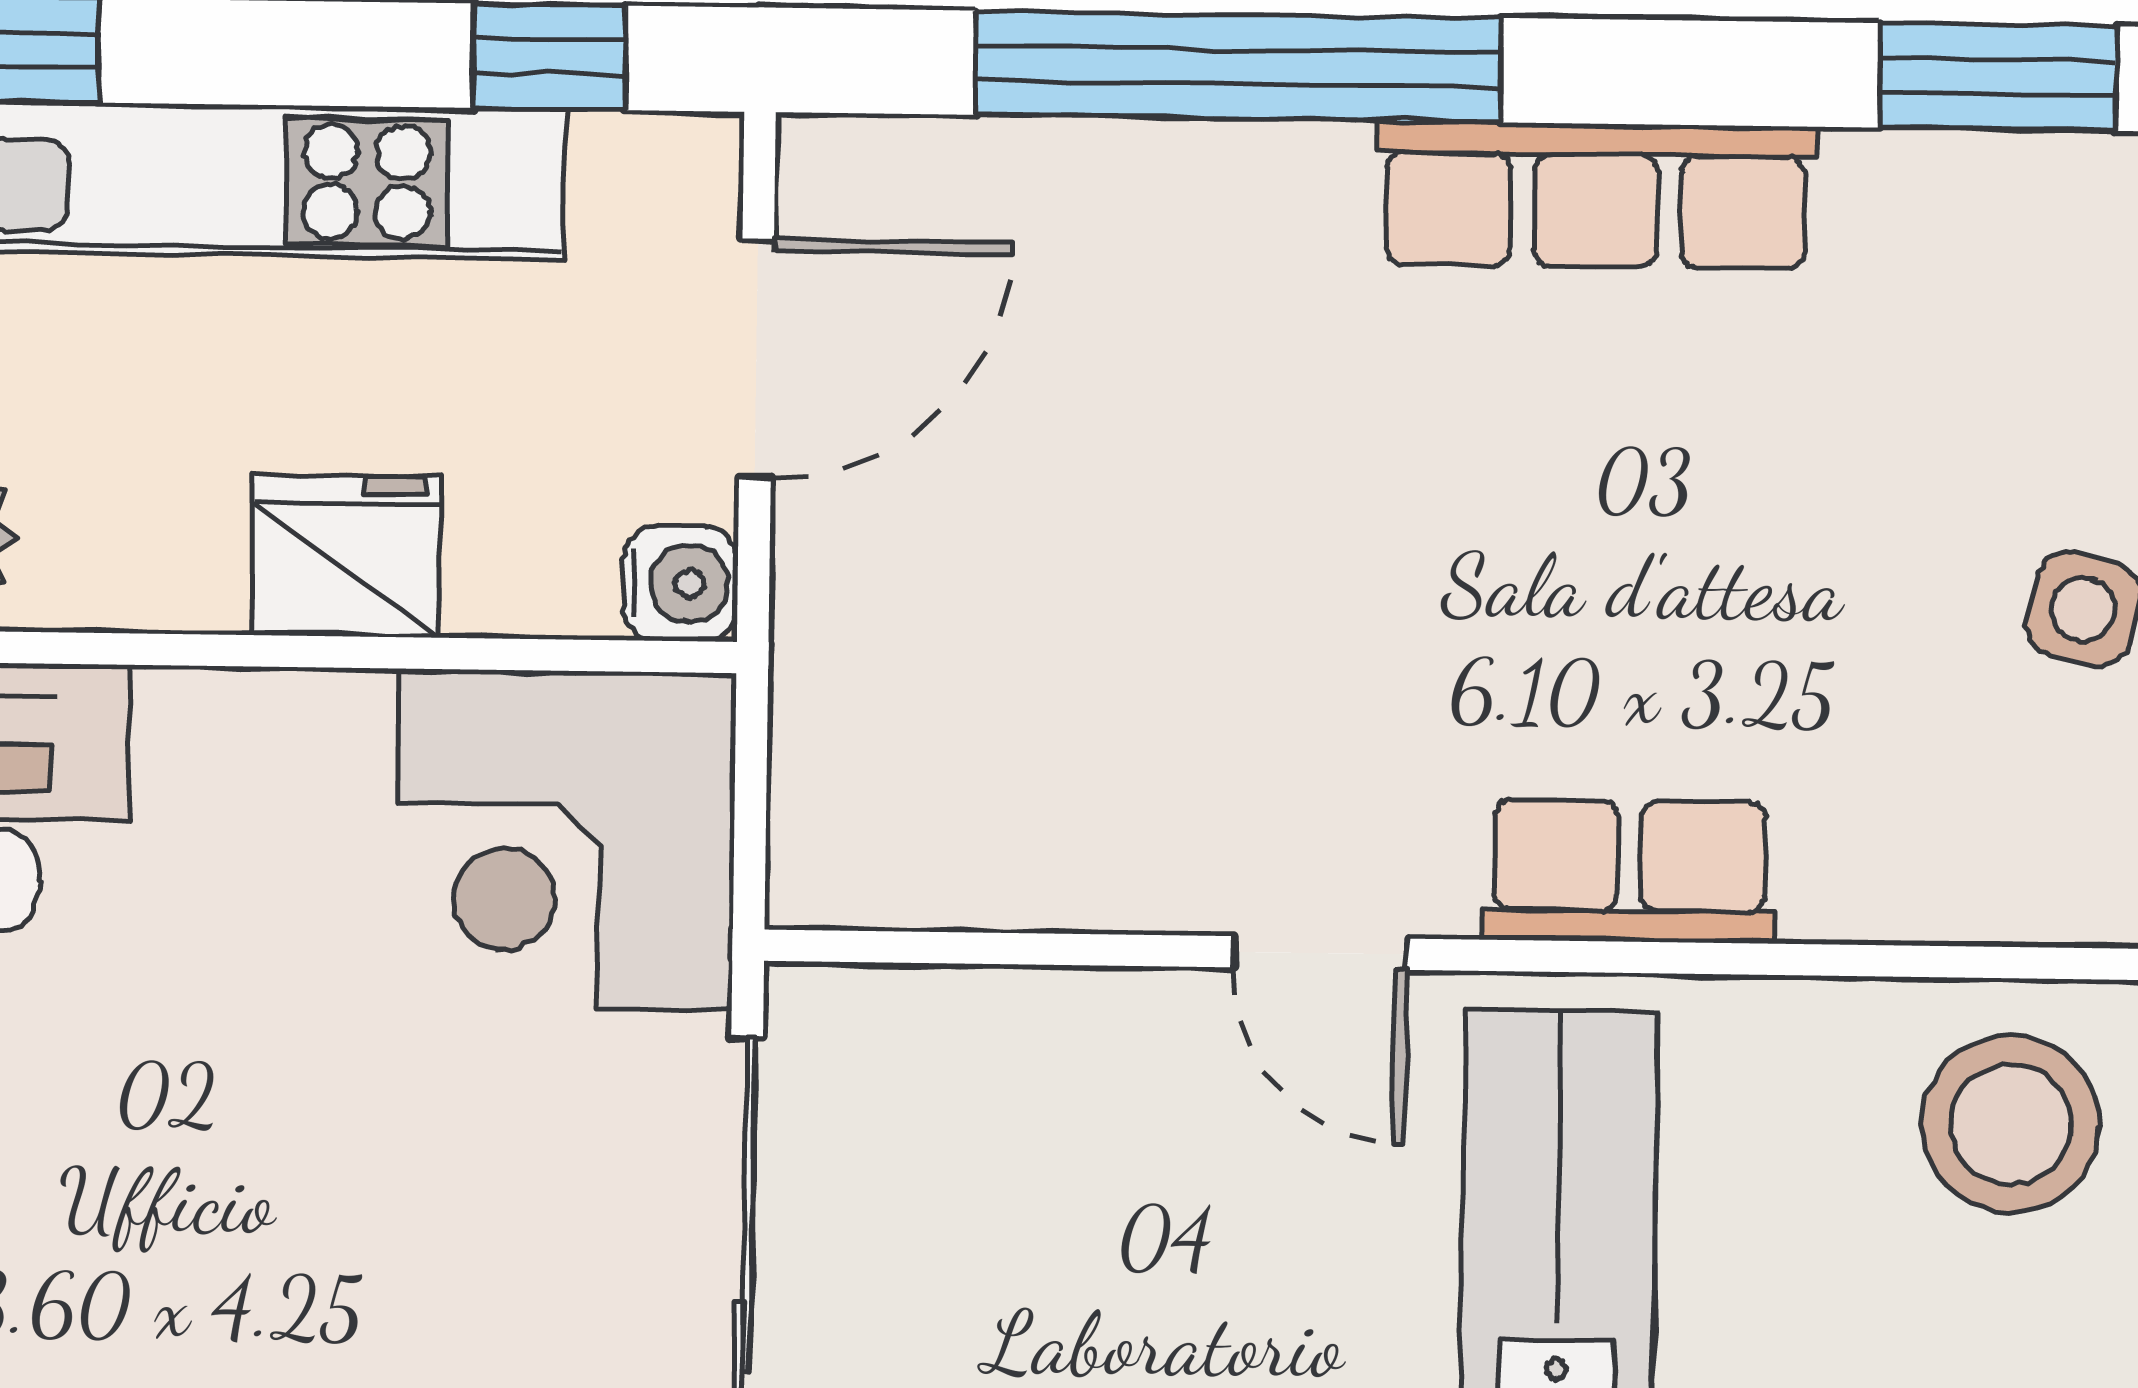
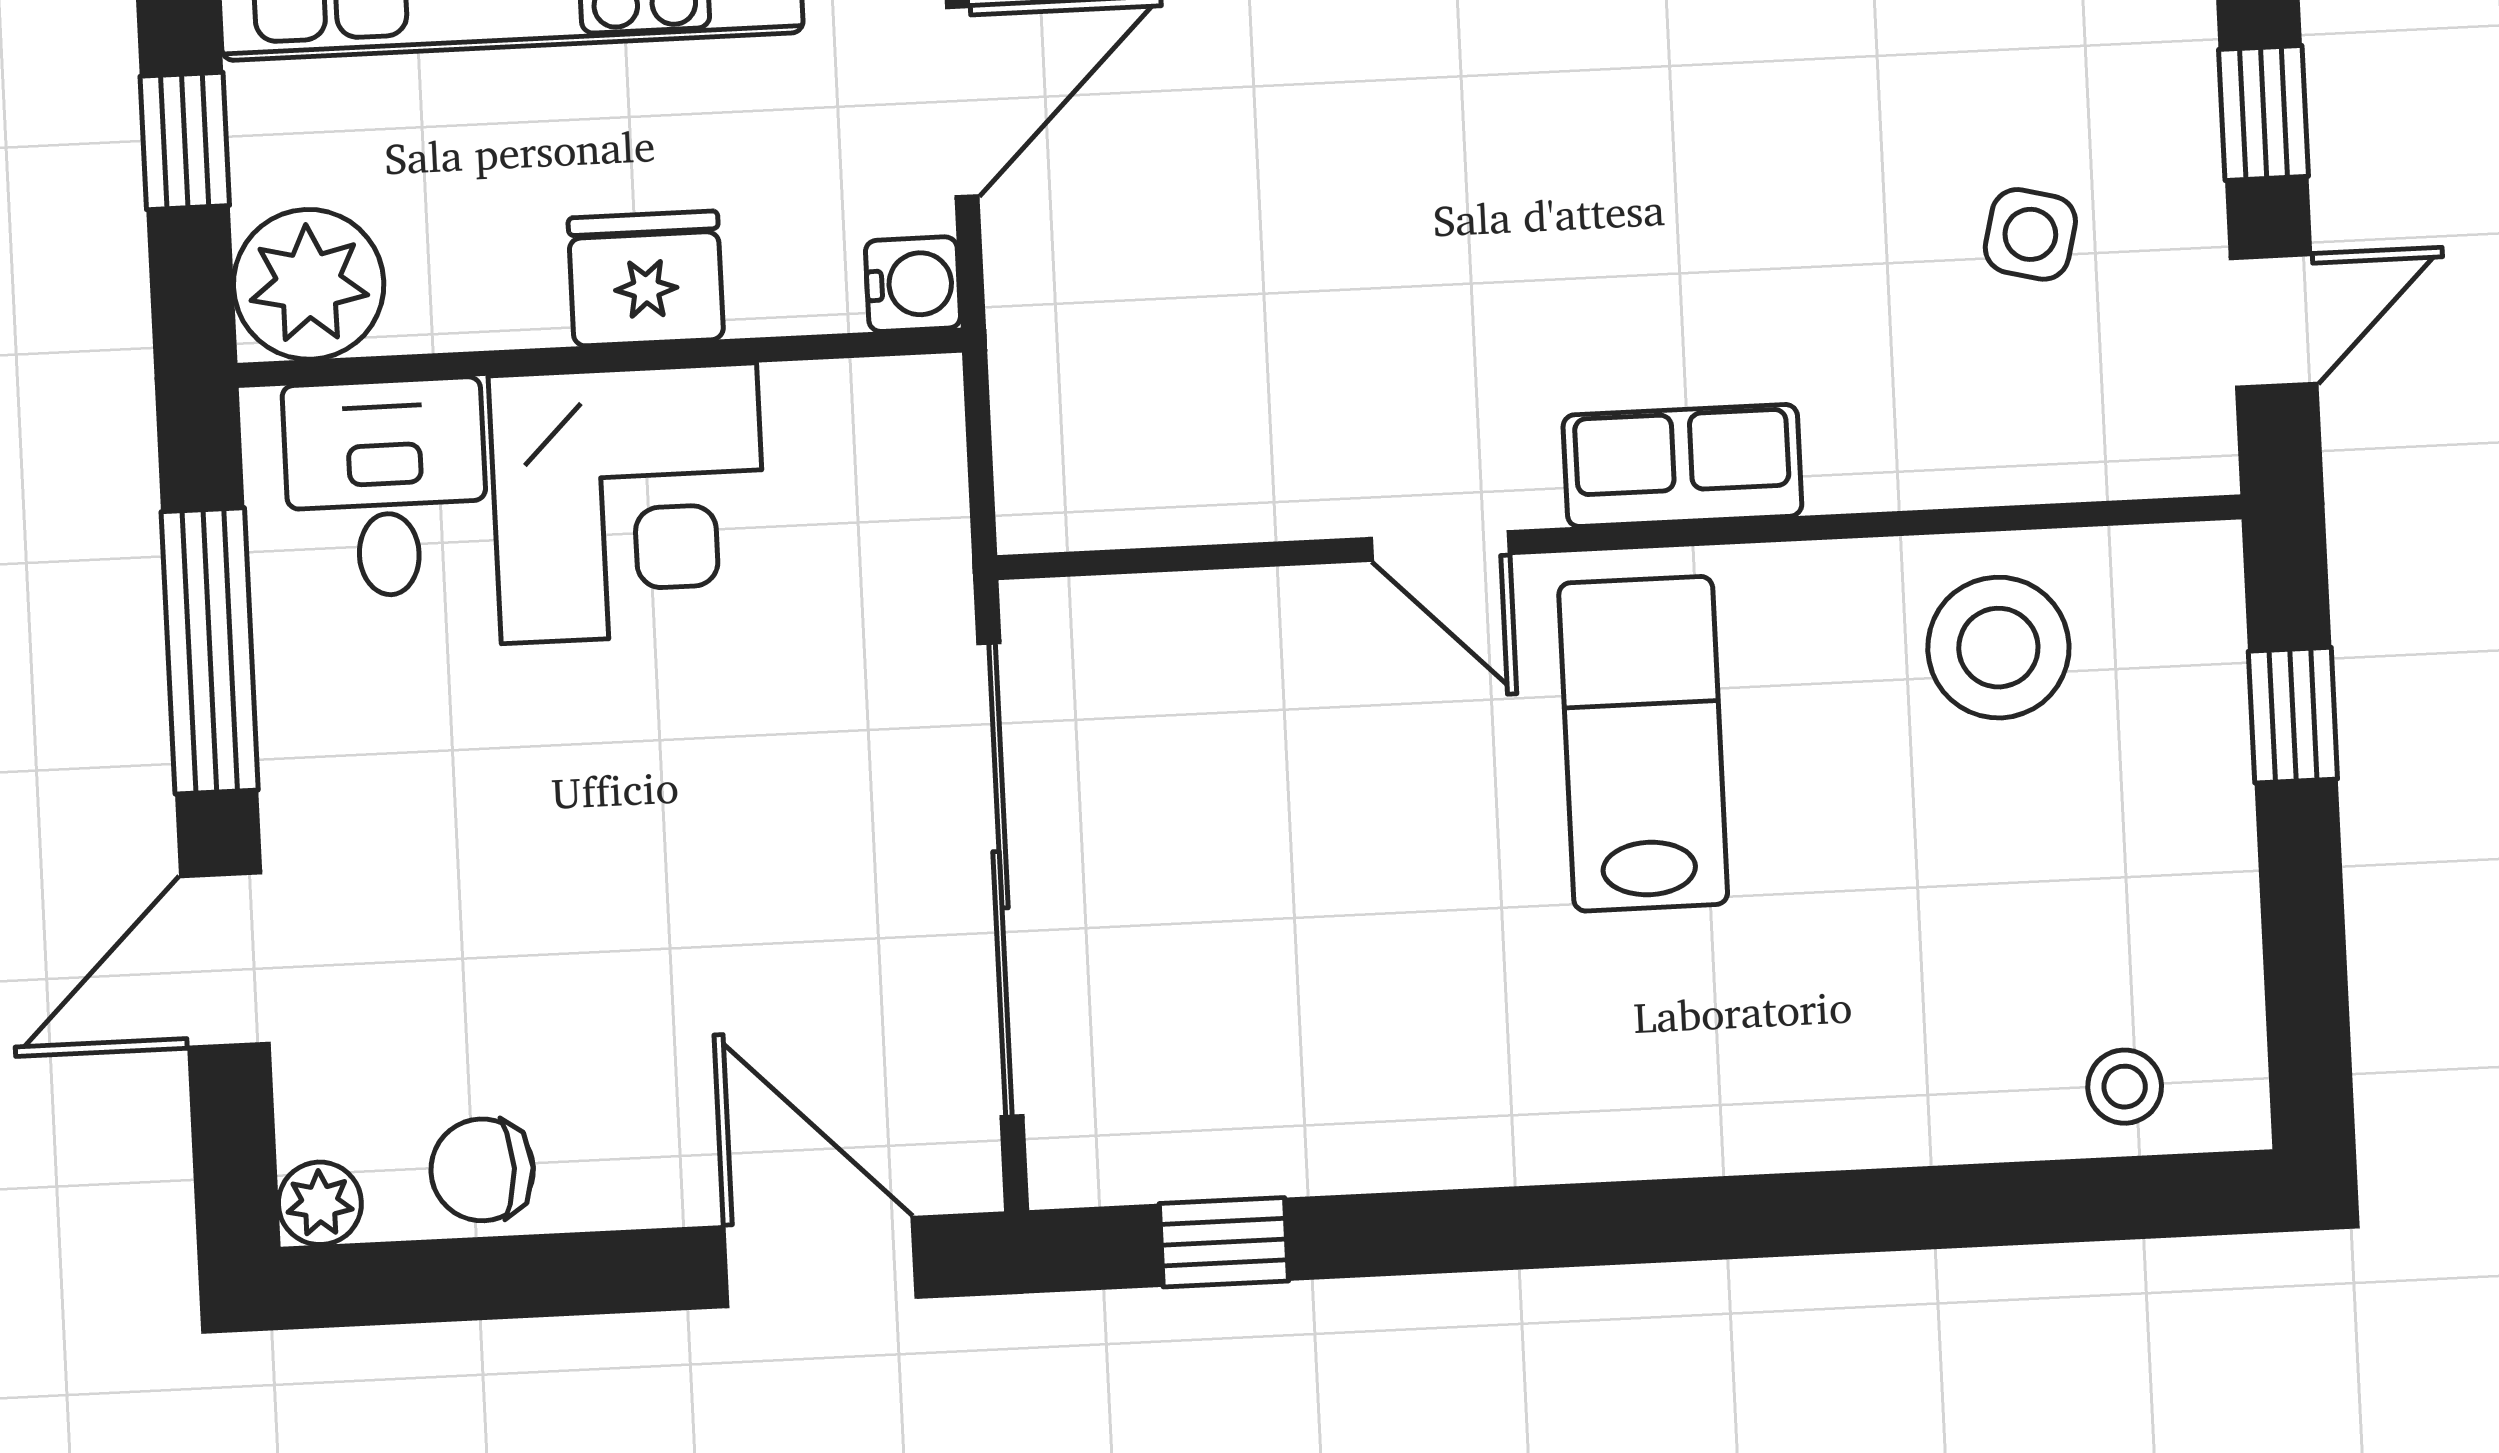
corner desk: (566, 839) -> (629, 503), moved, turned -90

